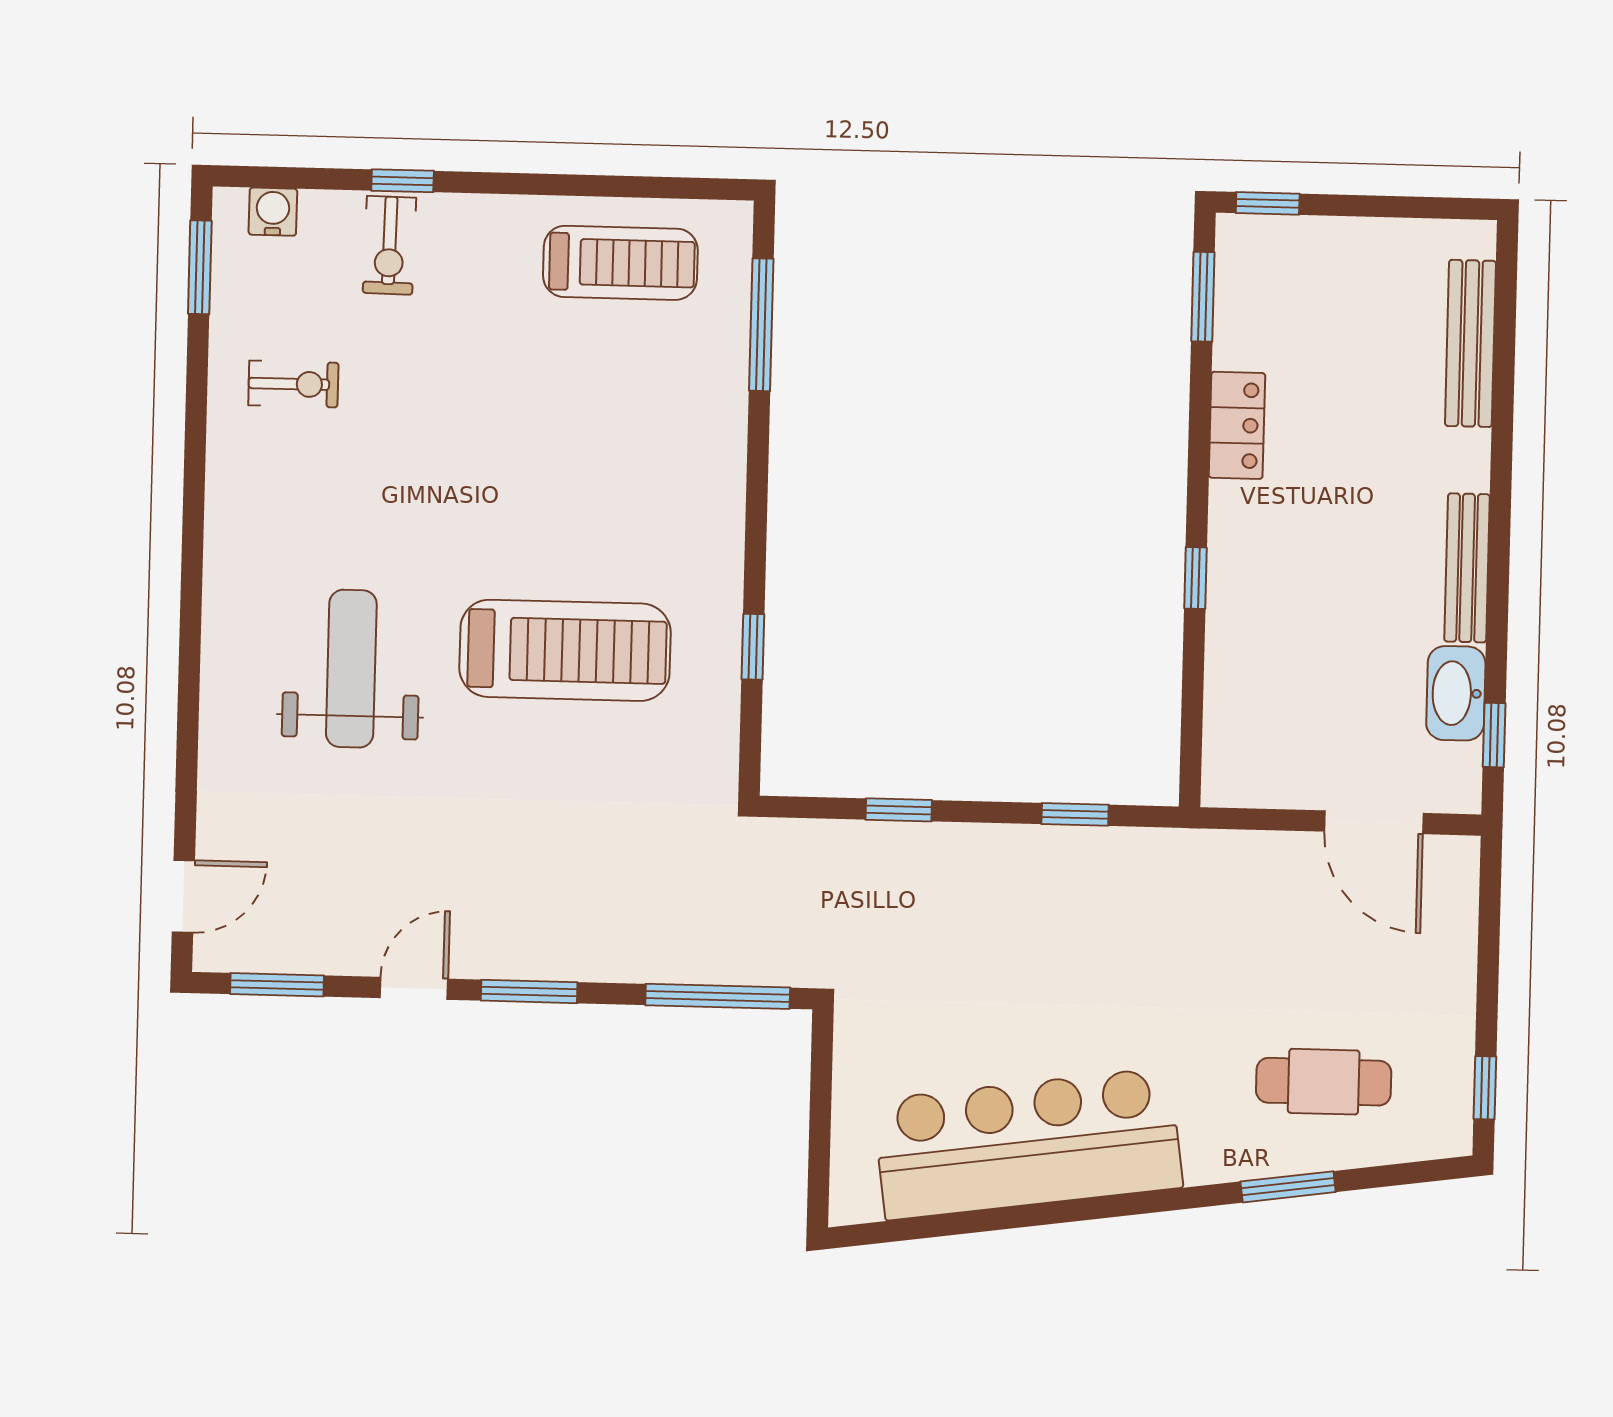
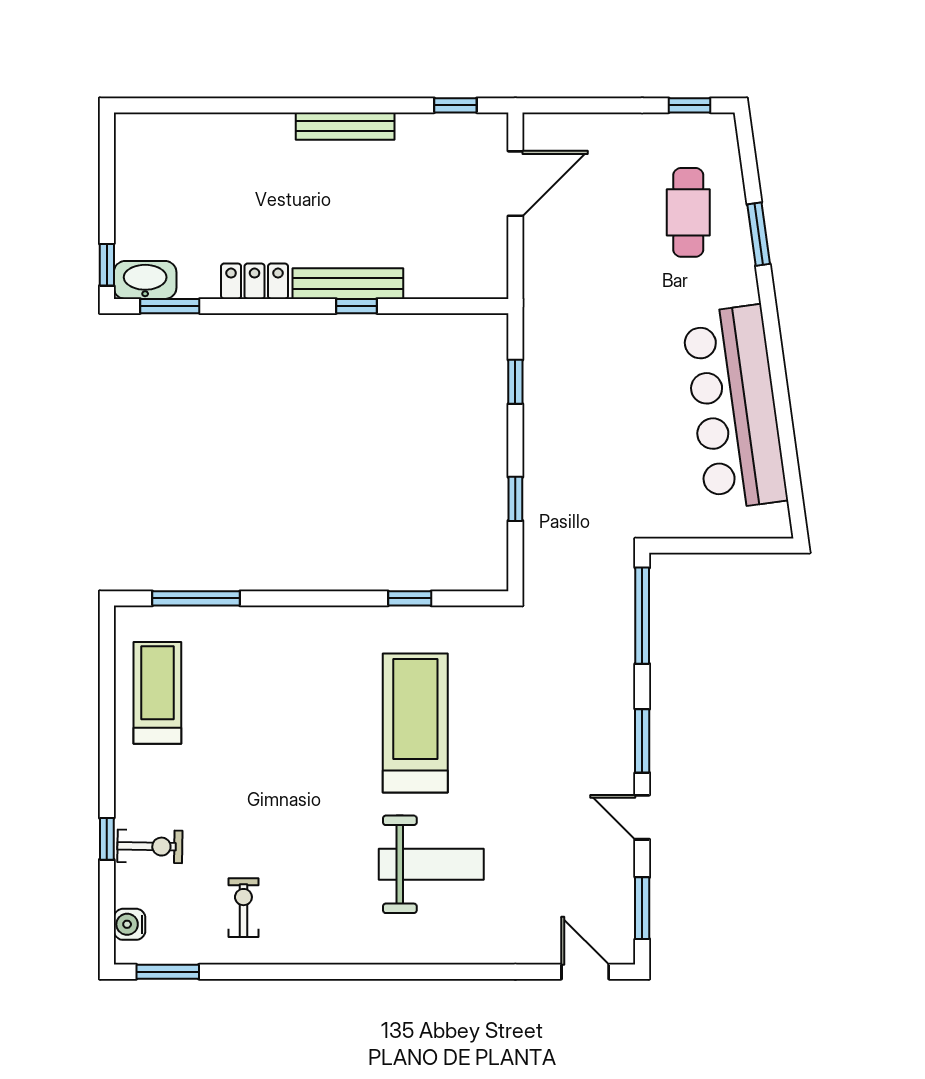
bench: (1470, 343) -> (348, 284), moved
weight bench: (351, 669) -> (431, 864), turned 180
washbasin: (1456, 693) -> (145, 280), moved, turned 180

